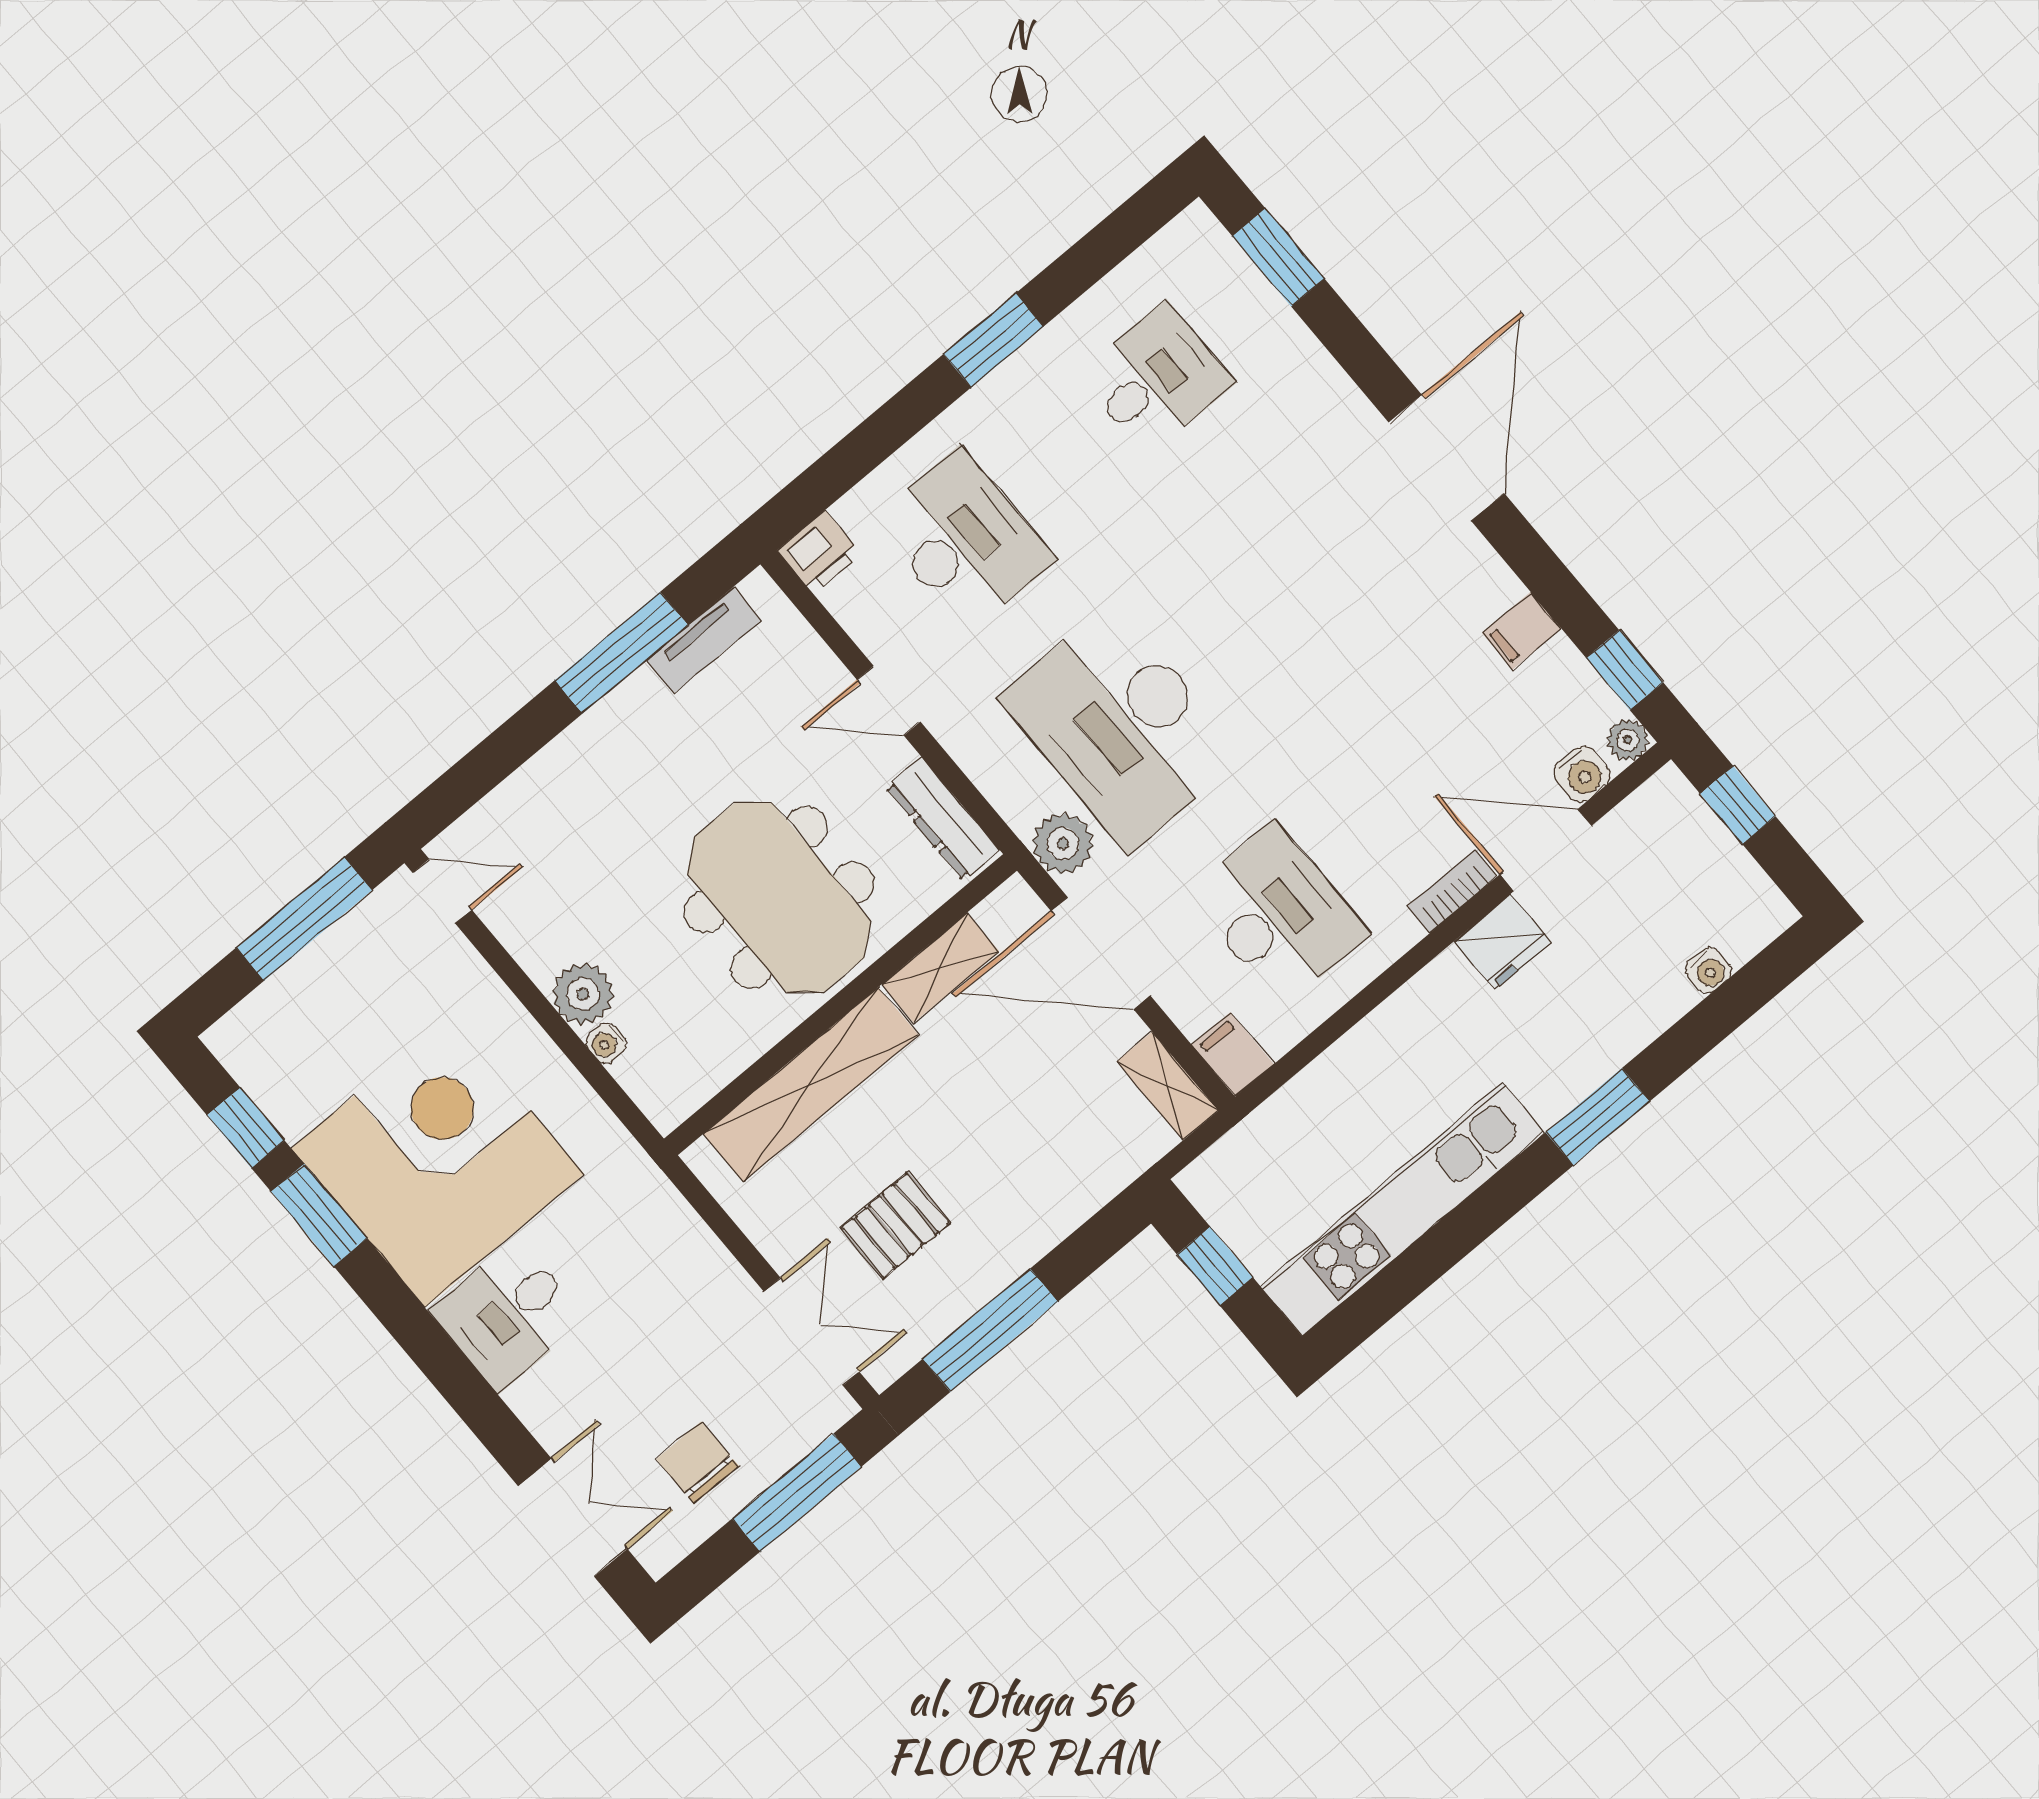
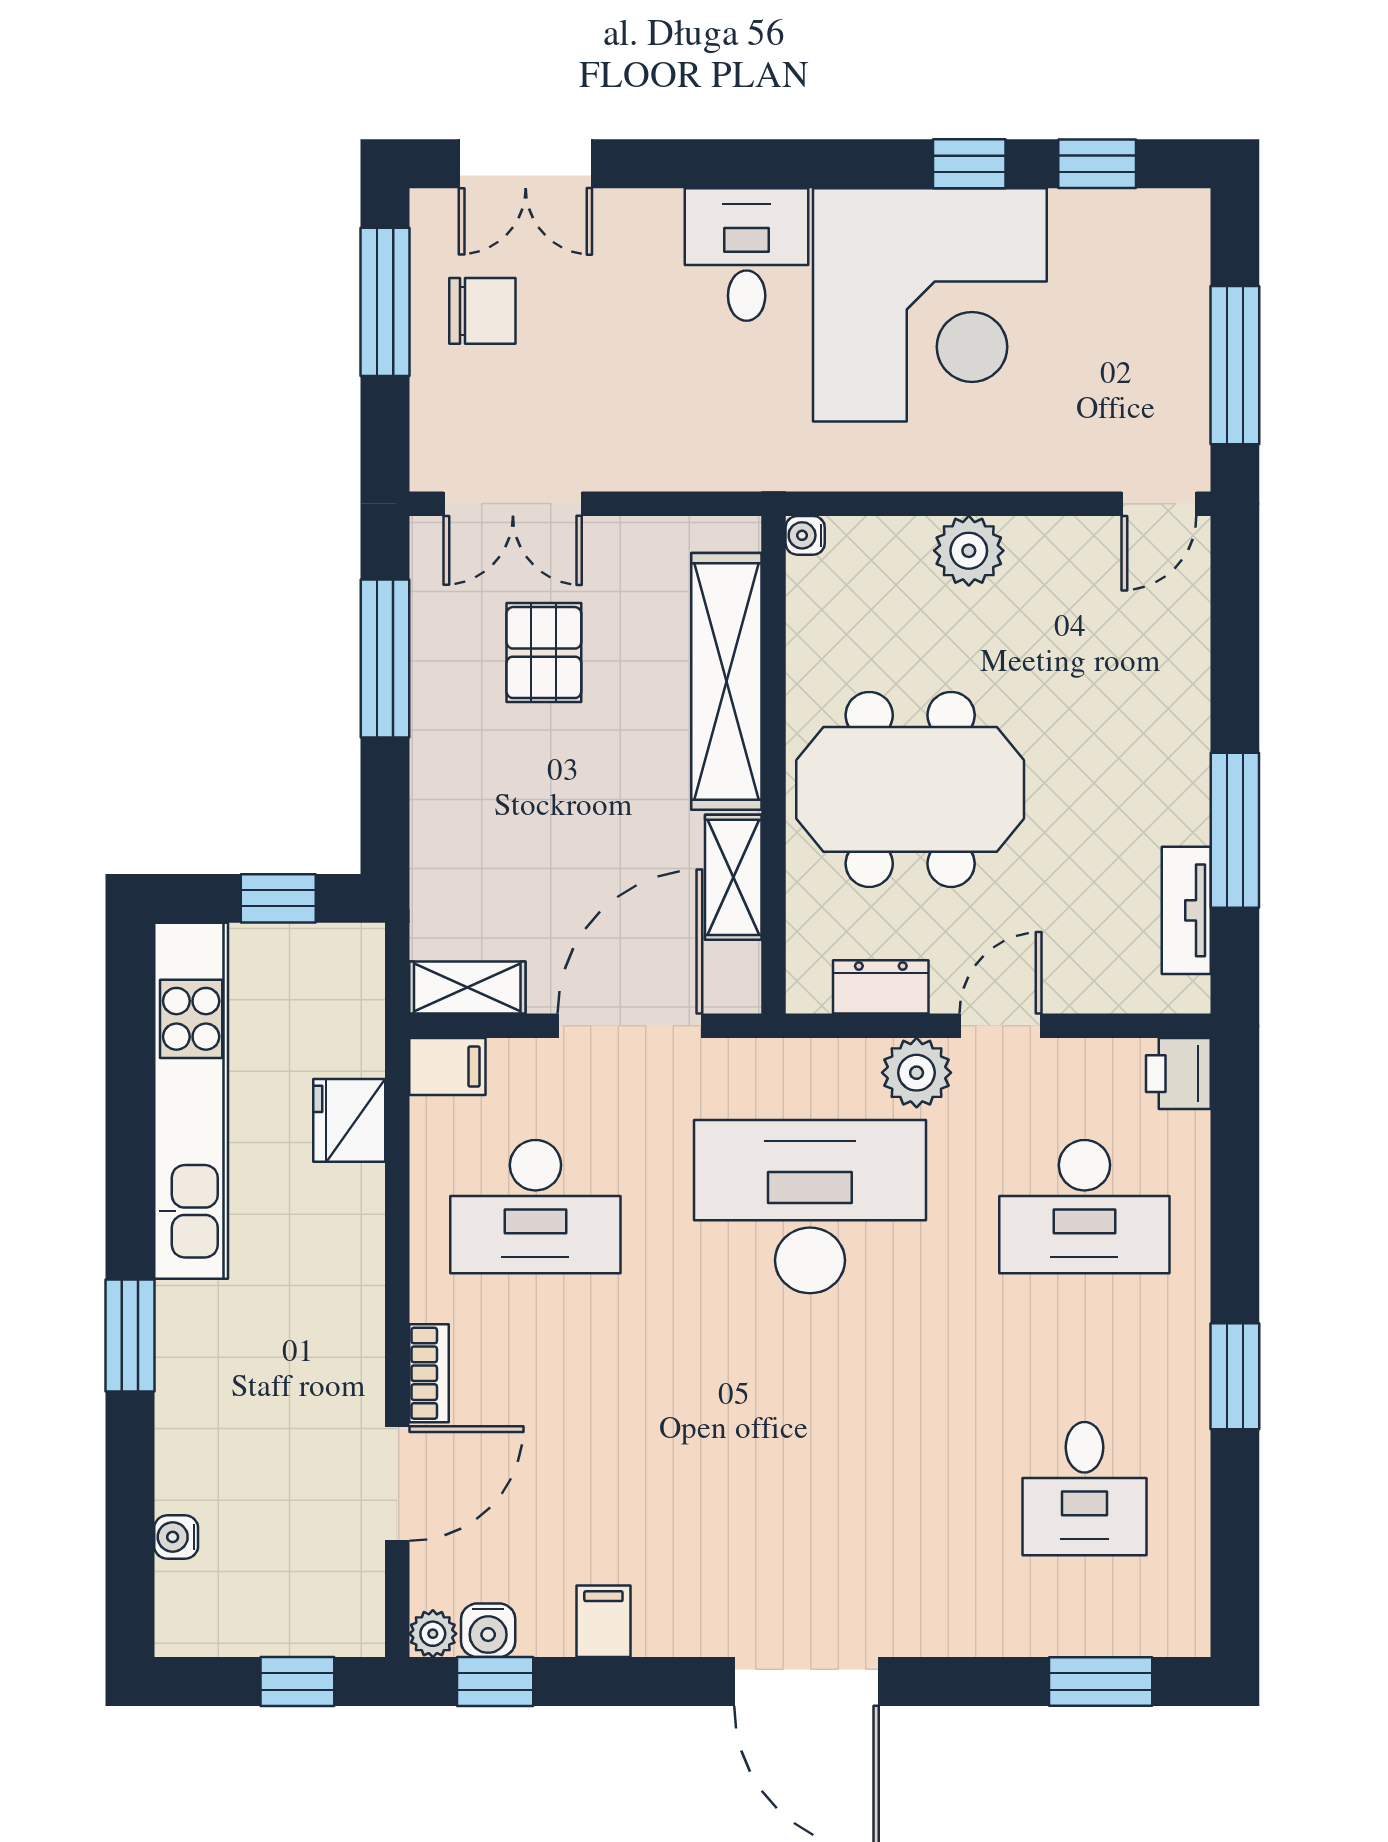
water cooler: (1582, 774) -> (488, 1630), moved, turned -90
dresser: (942, 819) -> (881, 987), width x0.70
plant: (1063, 844) -> (917, 1073), moved
fridge: (1503, 942) -> (349, 1120), moved
water cooler: (606, 1043) -> (805, 535), moved, turned -90
window: (319, 1215) -> (969, 164), width x0.67
window: (797, 1493) -> (385, 302), moved

